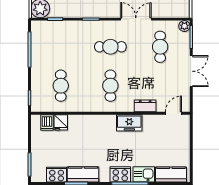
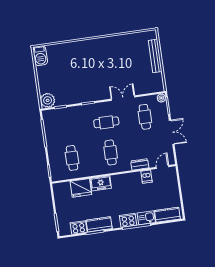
fridge: (61, 122) -> (81, 188), width x1.88, depth x1.34
dishwasher: (47, 123) -> (146, 177), moved
freezer: (129, 123) -> (101, 183), moved

